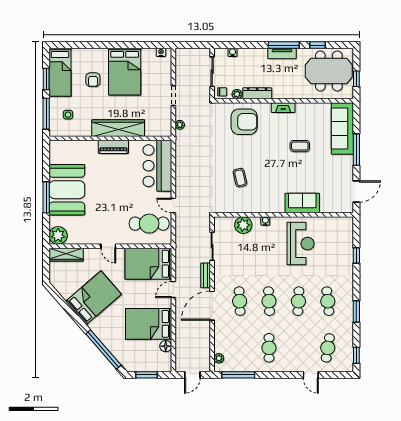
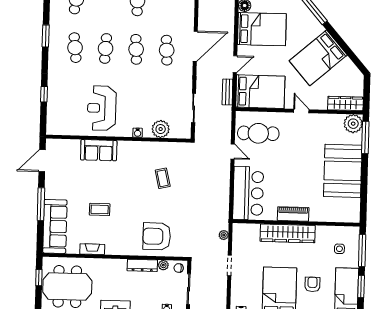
fireplace: (283, 108) -> (92, 249), moved
window: (46, 197) -> (365, 137), moved
bench: (206, 275) -> (227, 92), moved

